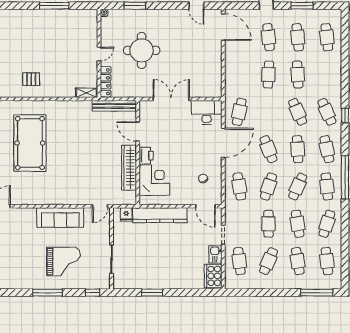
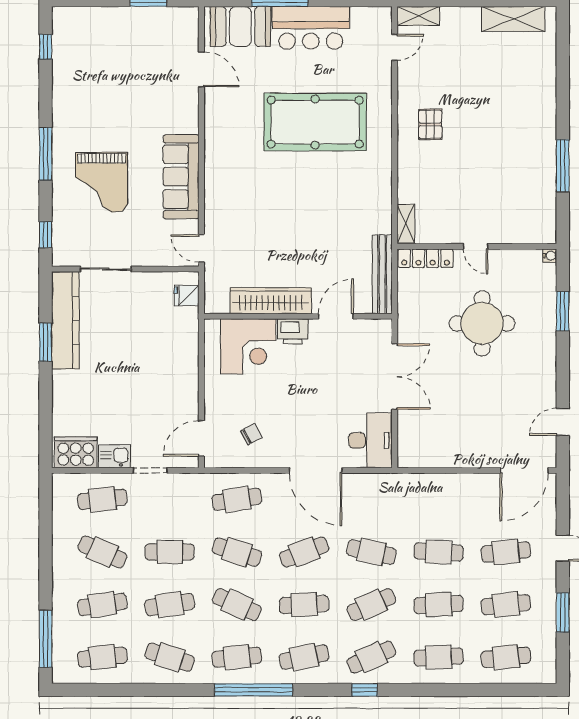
cafe table: (327, 75) -> (439, 657), added
cafe table: (239, 112) -> (371, 552), moved
kitchen counter: (160, 215) -> (65, 320), moved, turned 180

